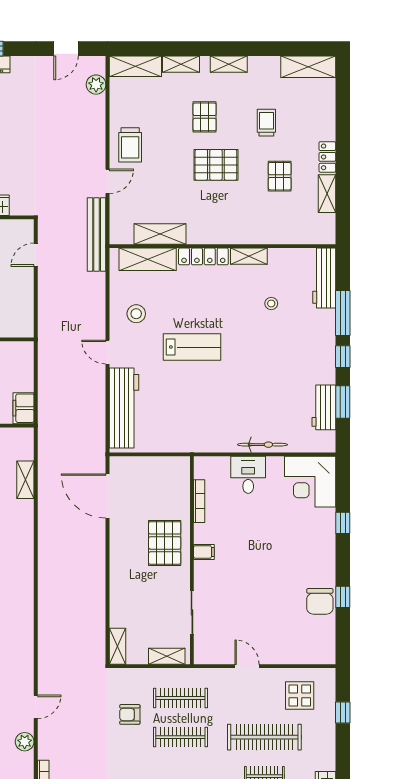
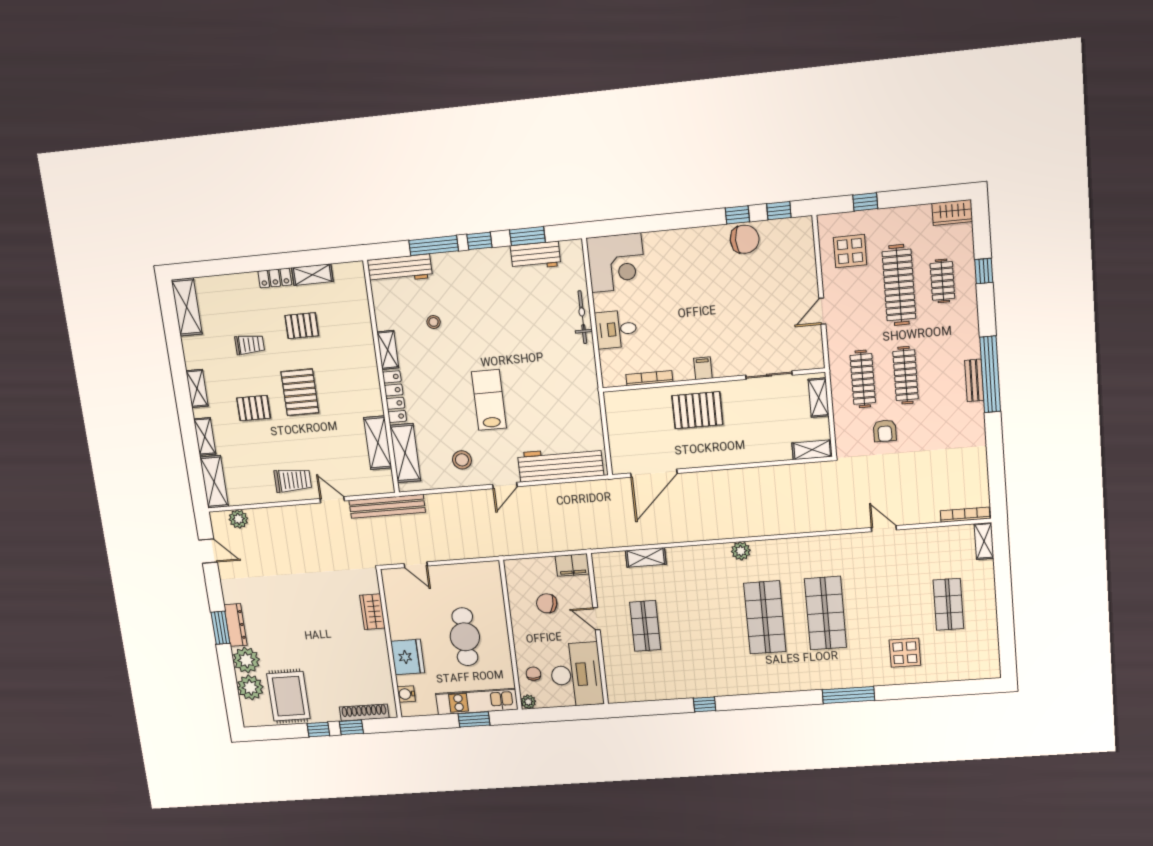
trolley: (266, 123) -> (250, 345), turned 180
window: (343, 523) -> (779, 211), moved
plant: (25, 742) -> (741, 551), moved

